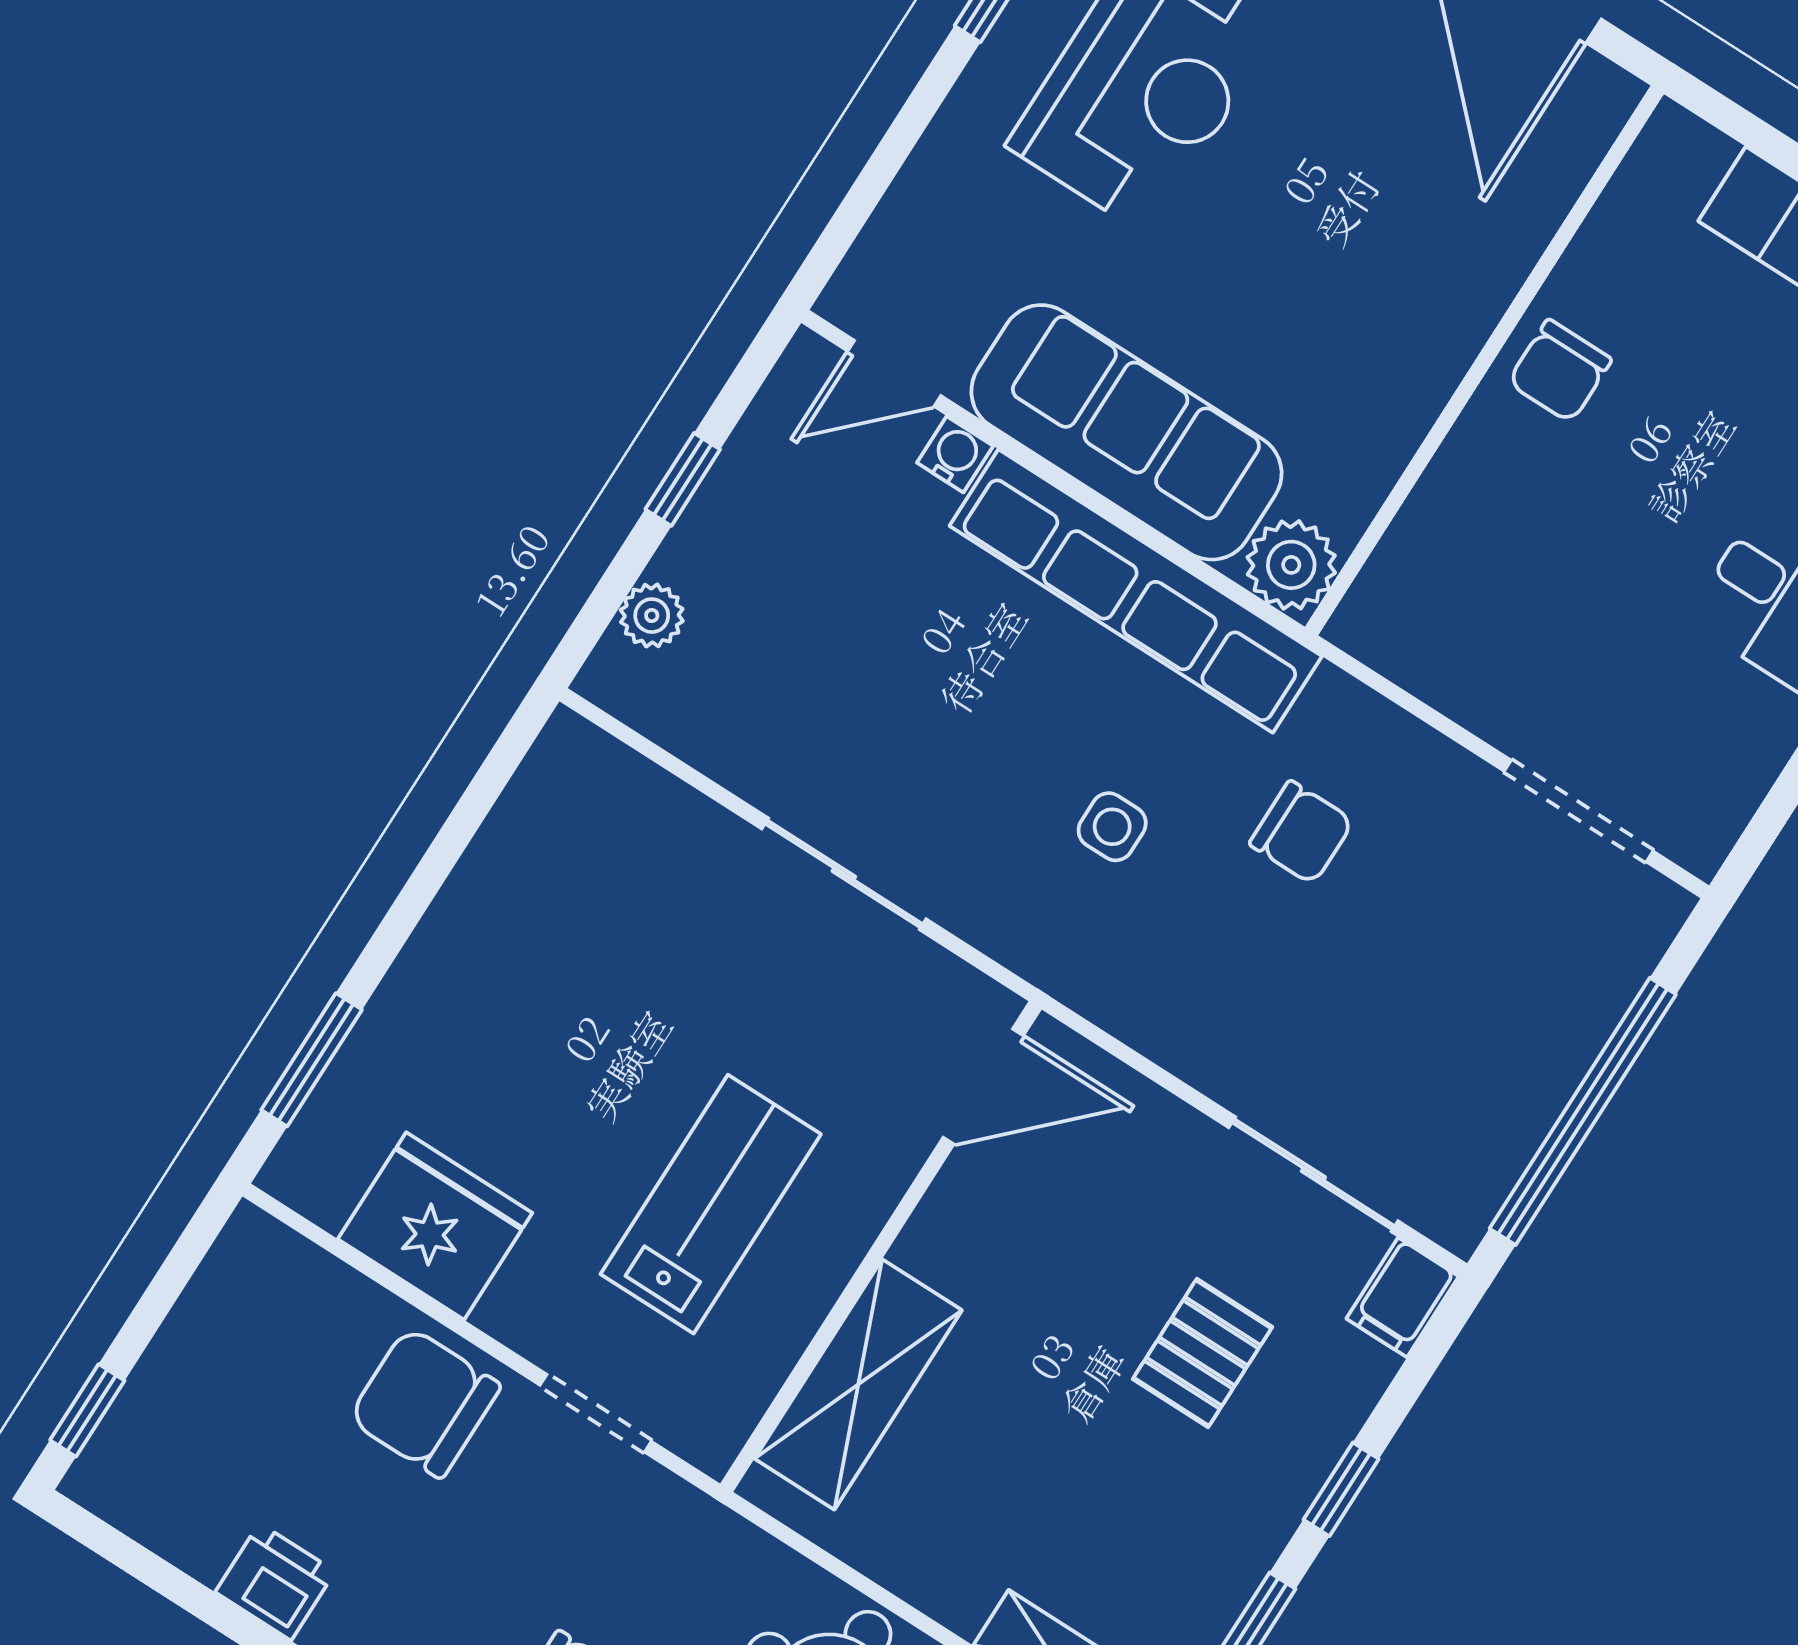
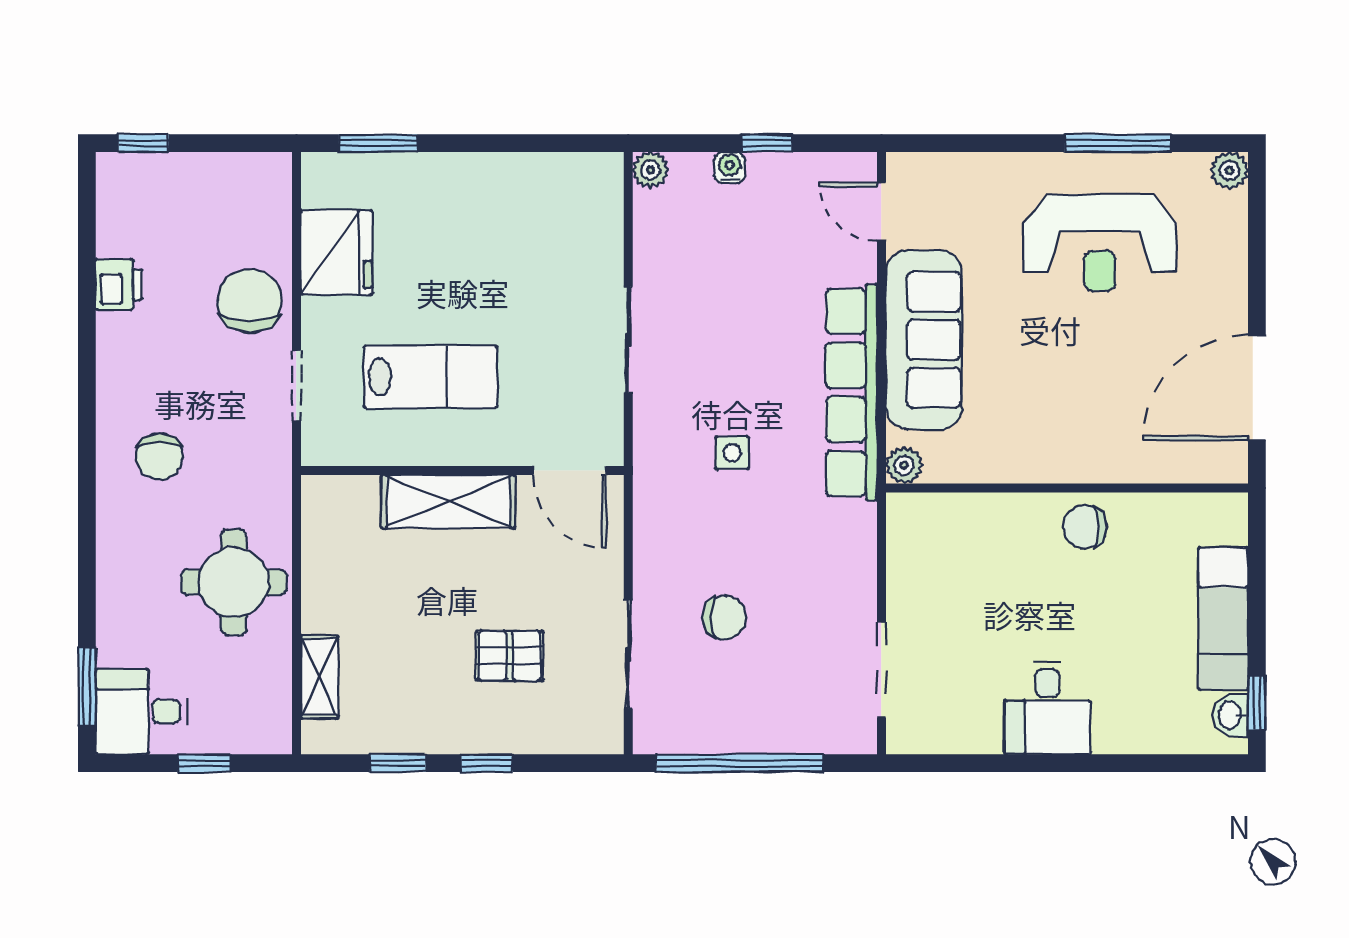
water cooler: (955, 454) -> (730, 168), moved, turned -90
plant: (1291, 565) -> (904, 465), width x0.73, depth x0.73
plant: (652, 616) -> (650, 170), moved
chair: (1301, 832) -> (724, 617), moved, turned -90
filing cabinet: (1403, 1297) -> (597, 734), removed
shelving: (858, 1384) -> (448, 502), moved

